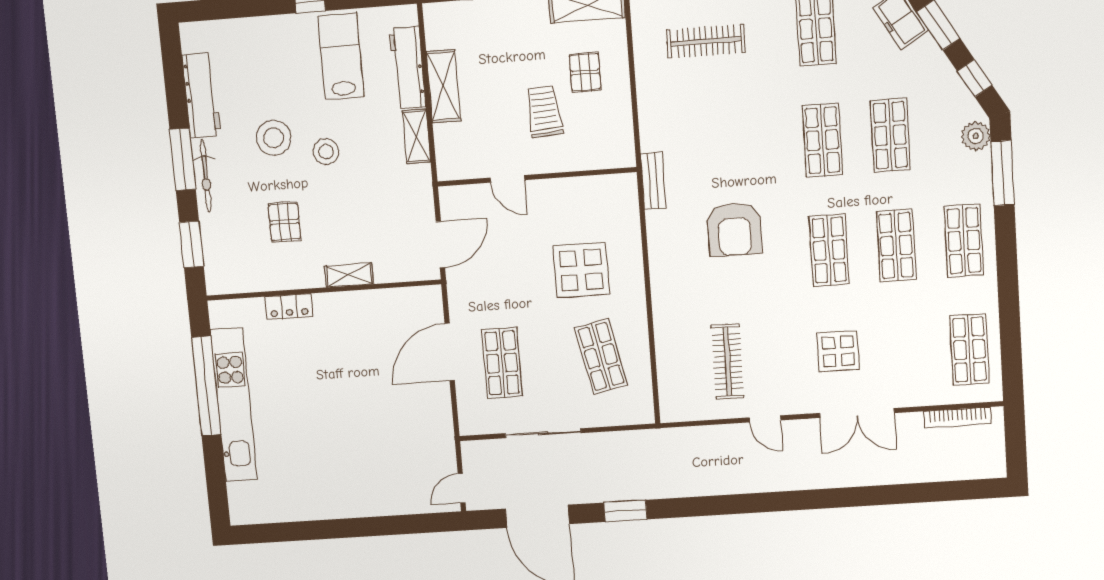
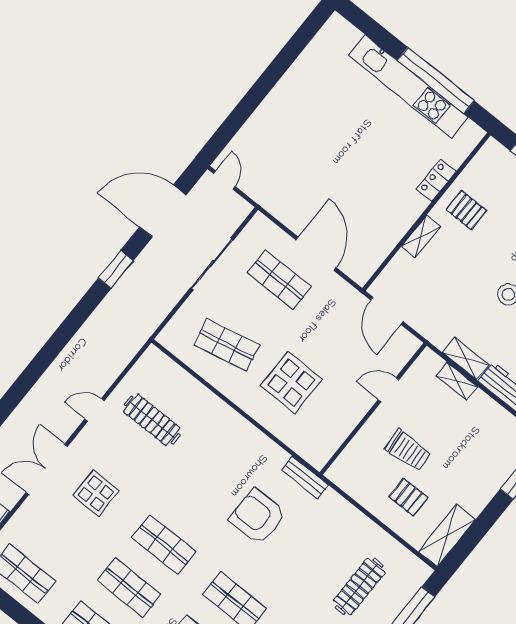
shelving: (443, 86) -> (457, 381), moved, width x0.67, depth x0.75
pallet: (284, 222) -> (466, 210), moved
armchair: (734, 229) -> (258, 517), moved

